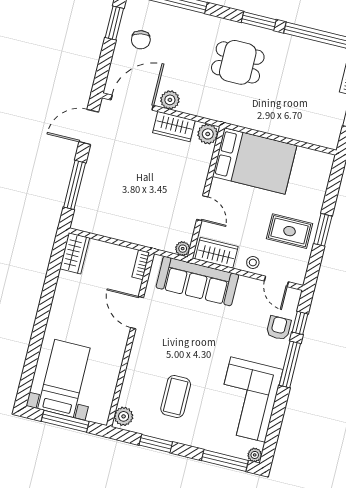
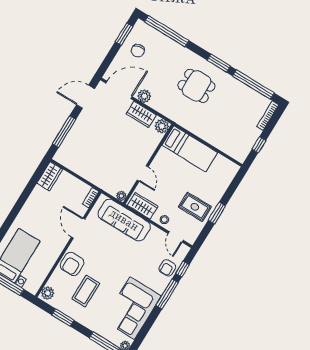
bed: (255, 161) -> (190, 149), width x0.67
armchair: (279, 328) -> (167, 268), turned 180
armchair: (145, 365) -> (72, 264), added

